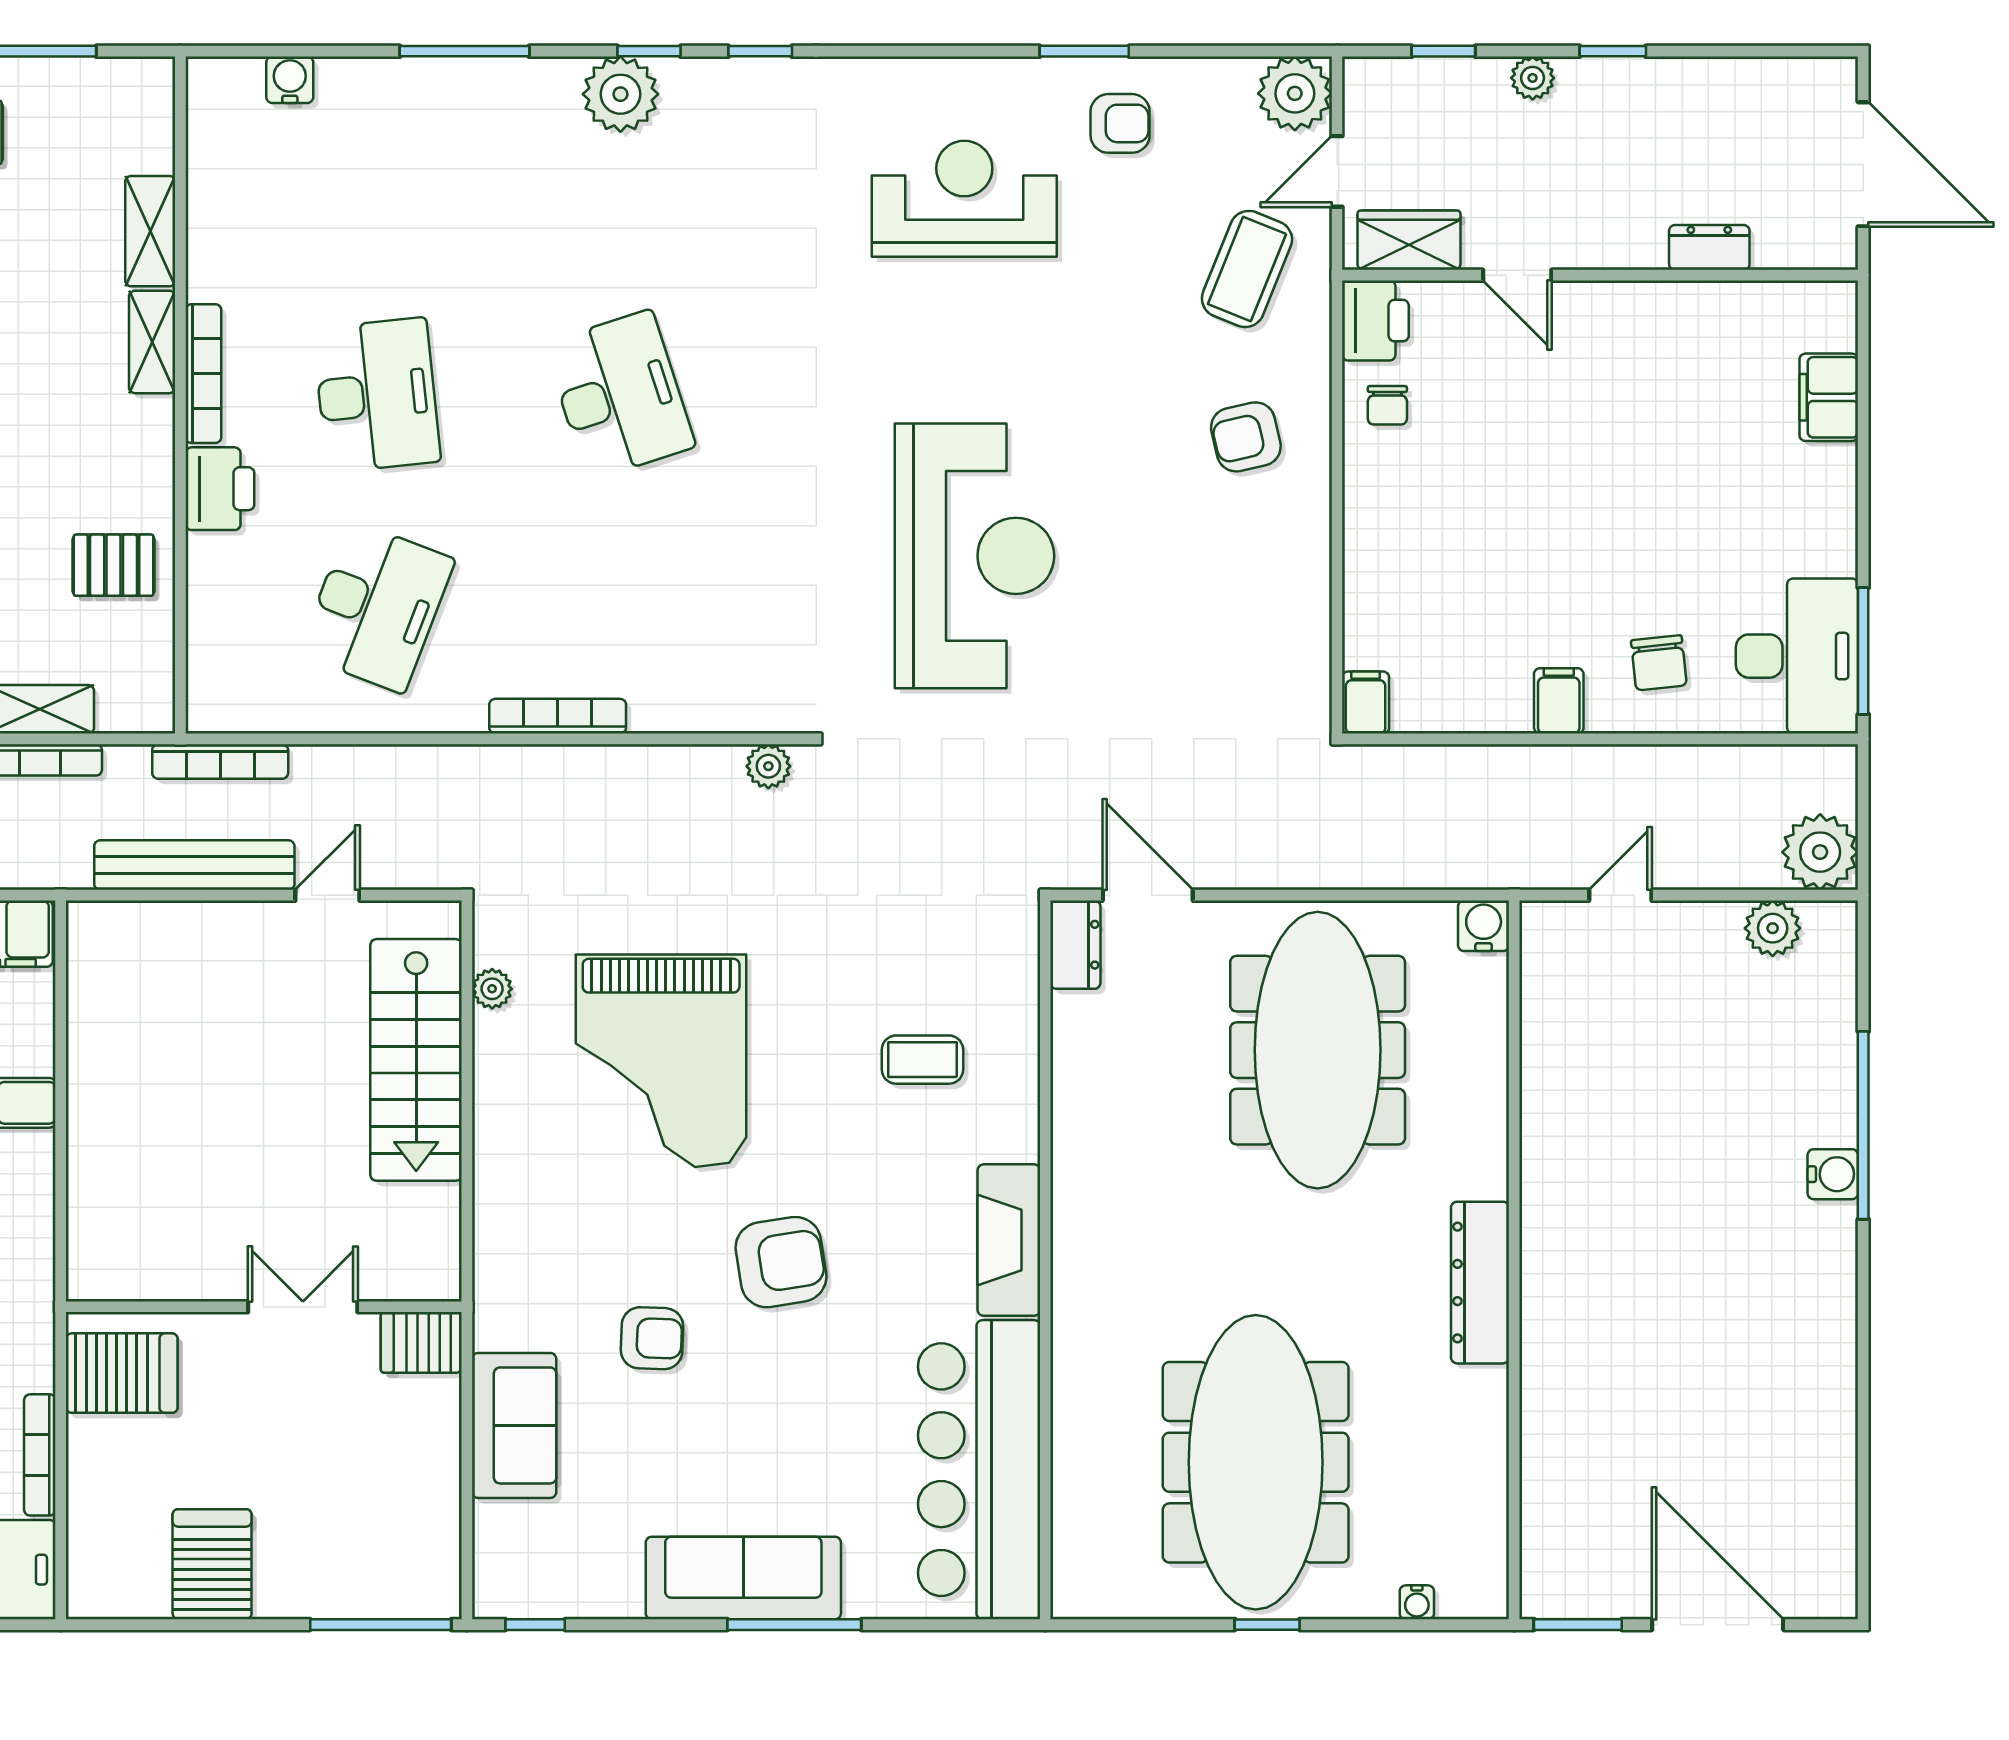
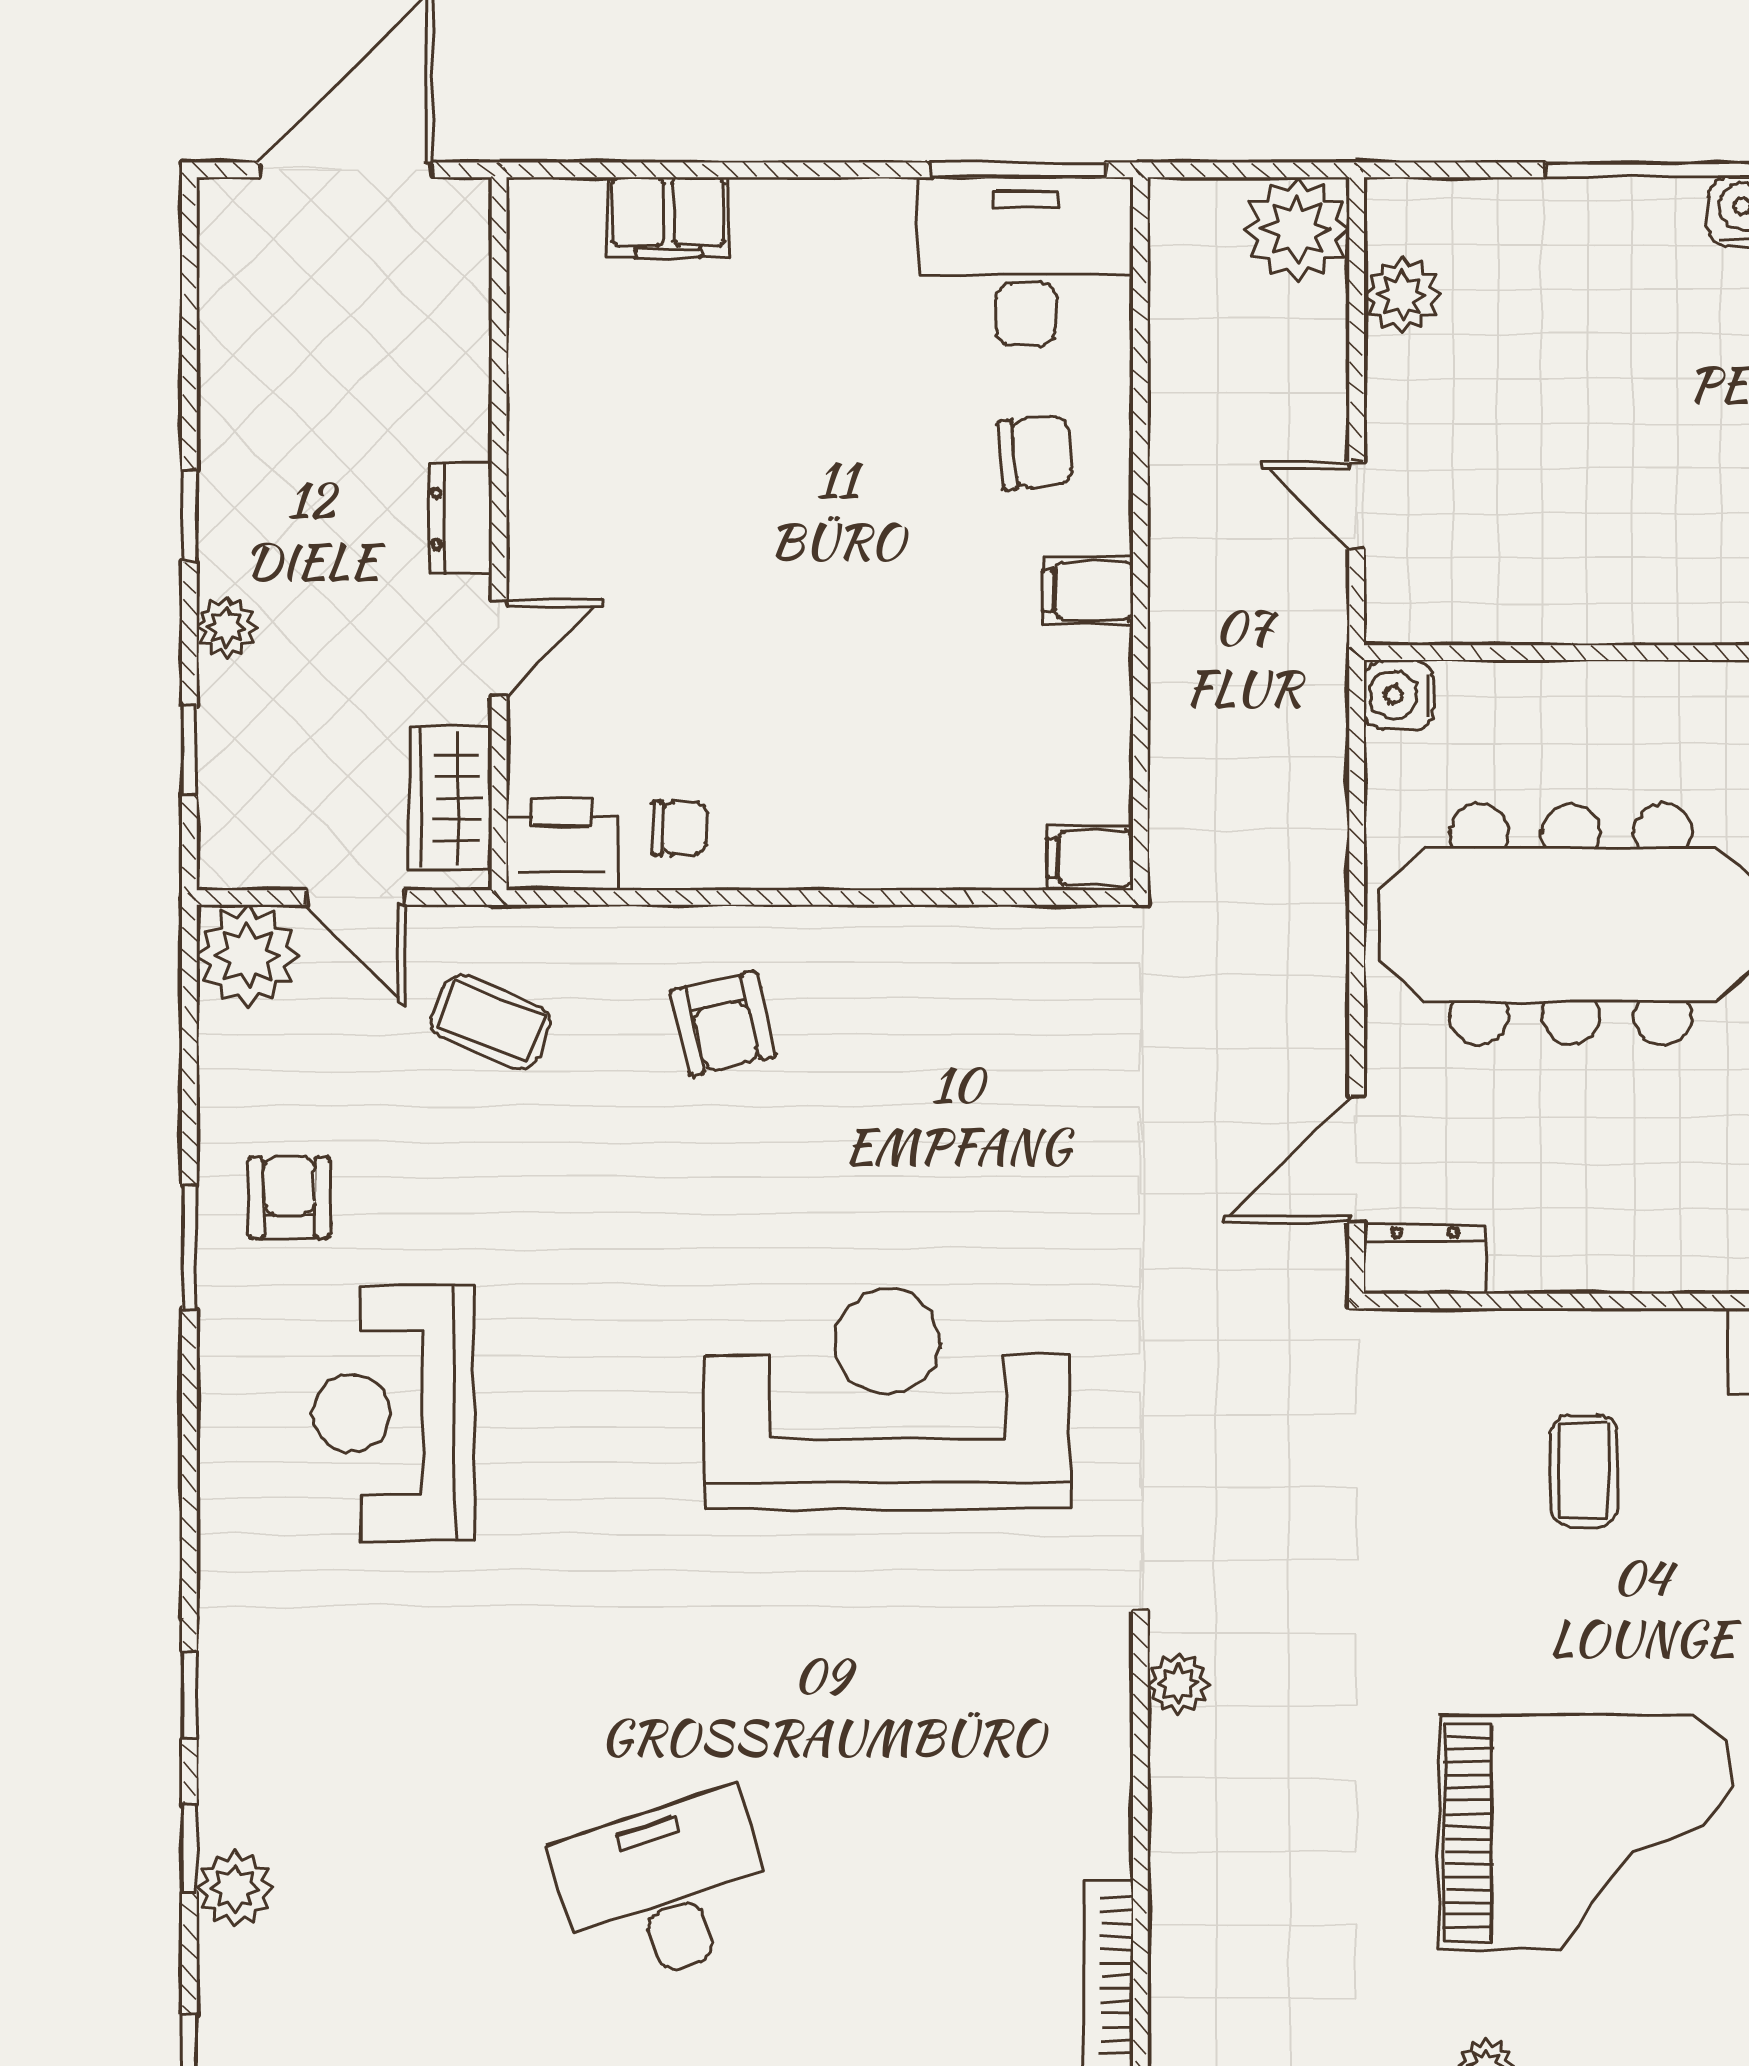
plant: (620, 94) -> (235, 1888), width x0.73, depth x0.73
dresser: (1709, 247) -> (461, 519), moved
coffee table: (1247, 269) -> (491, 1022), width x0.73, depth x0.77

